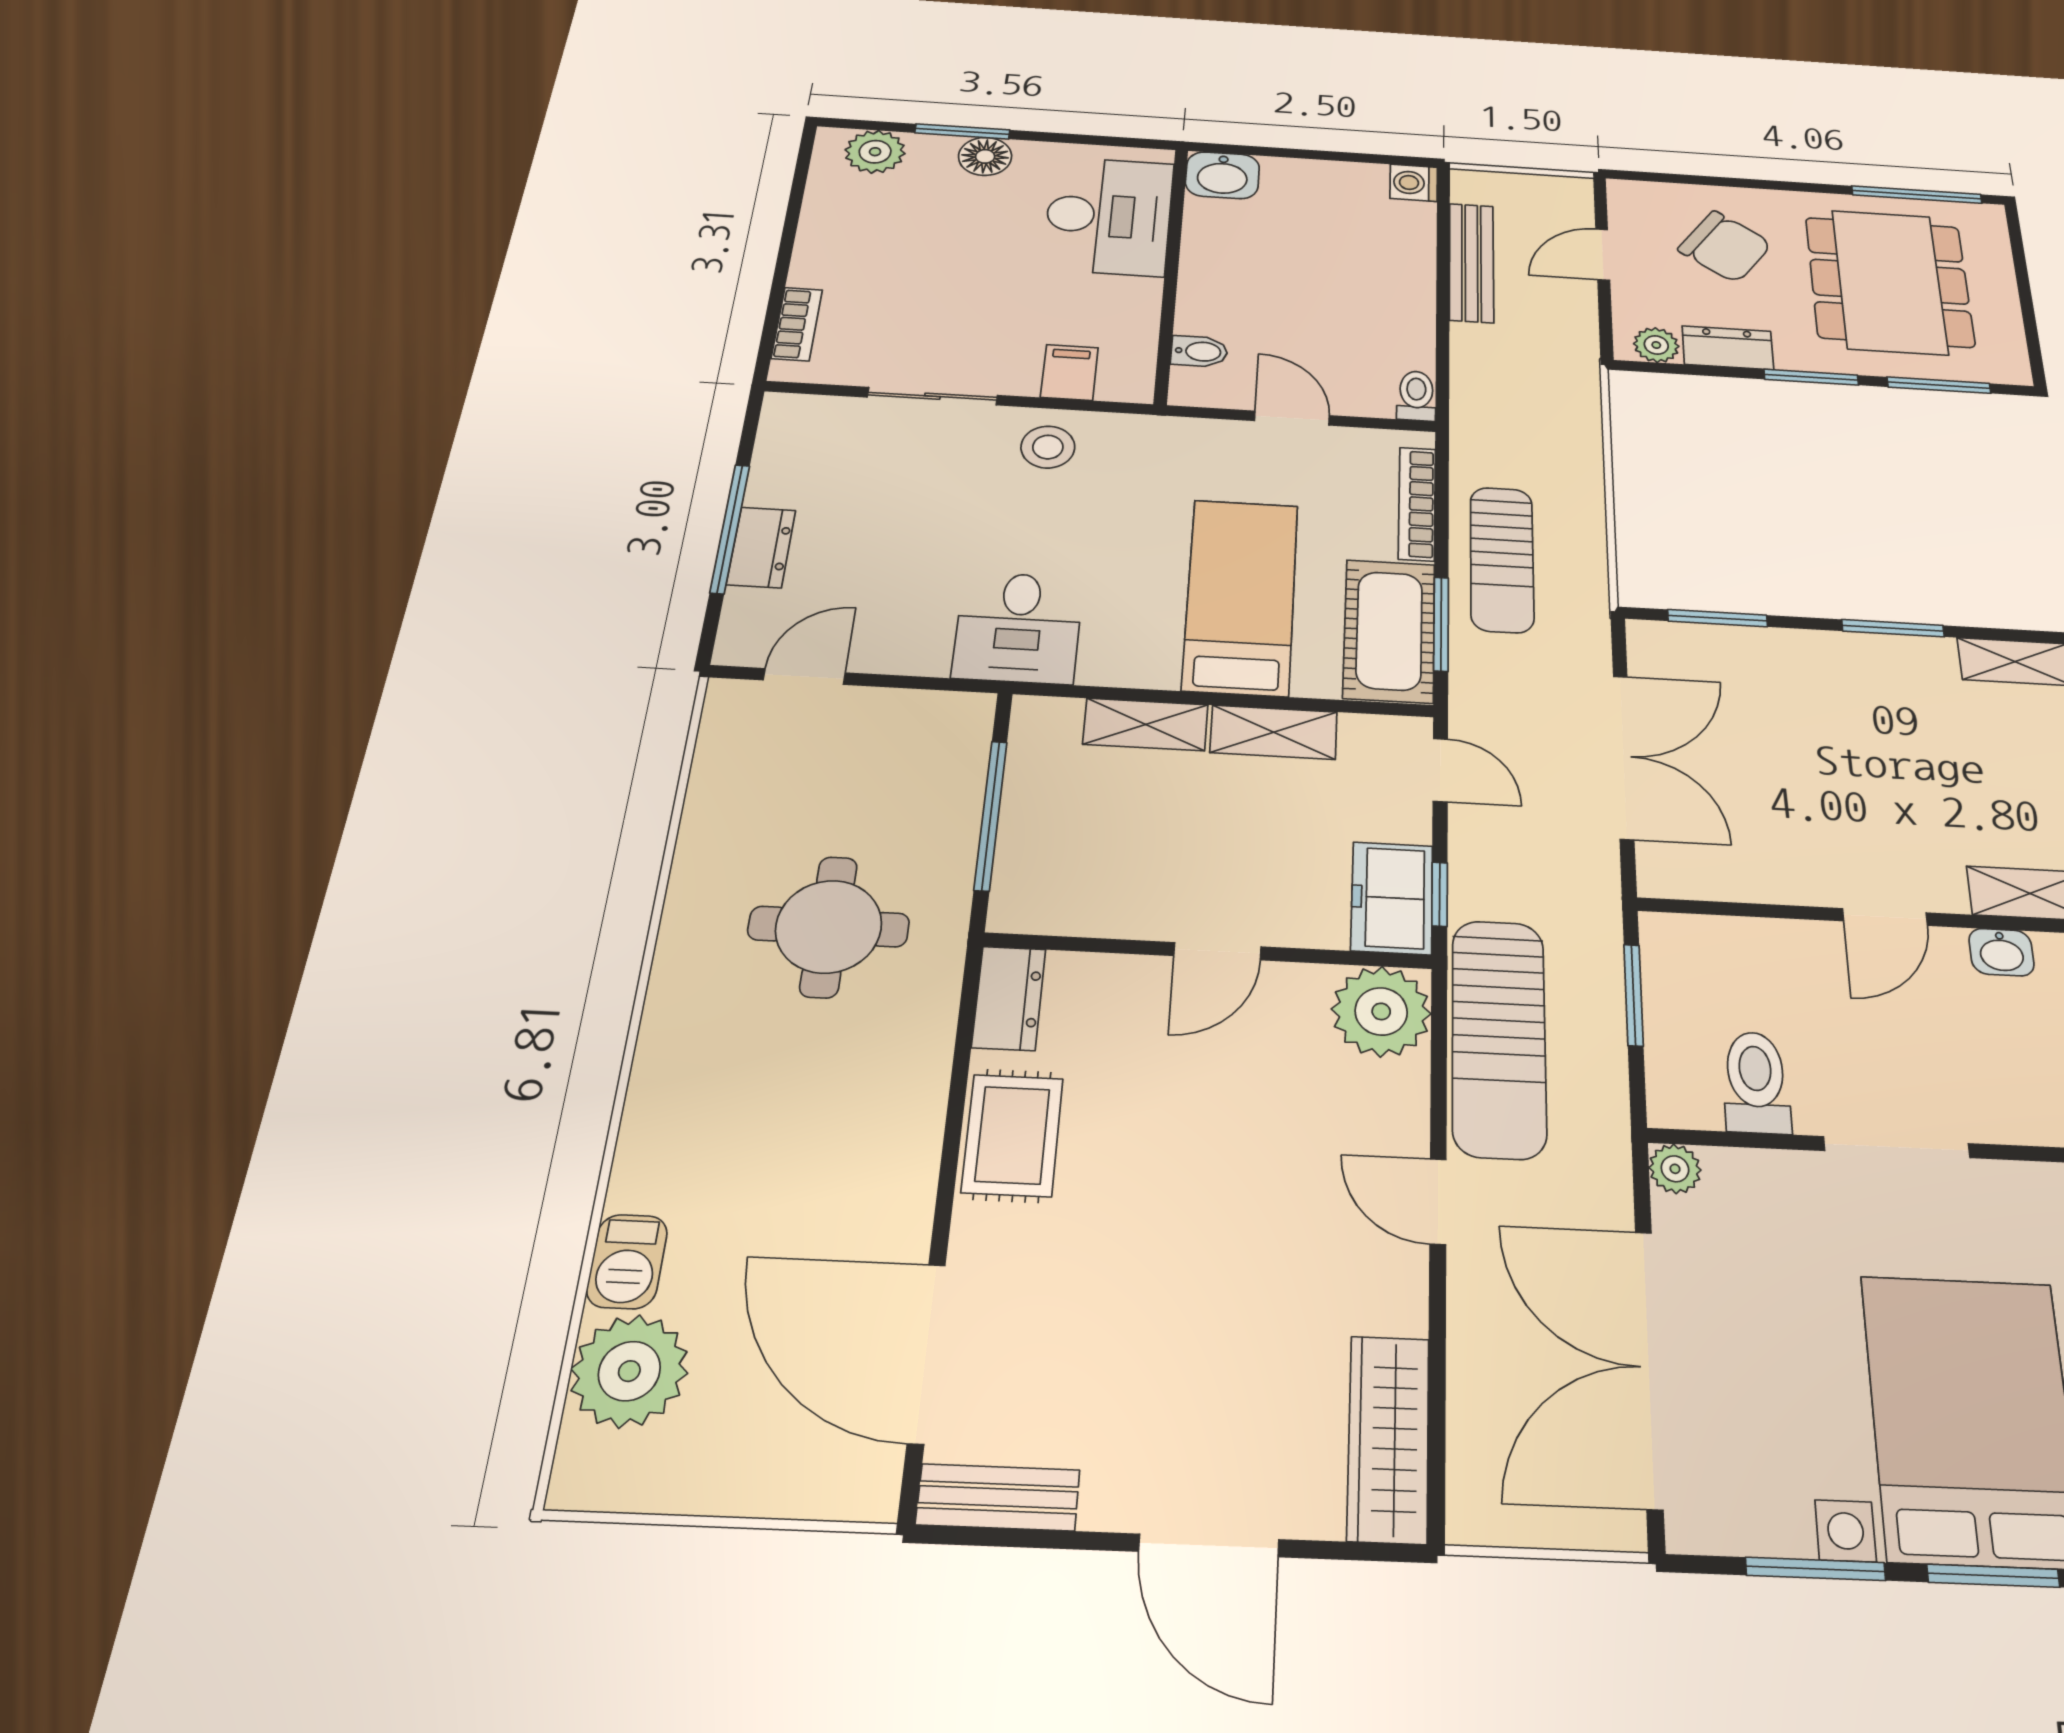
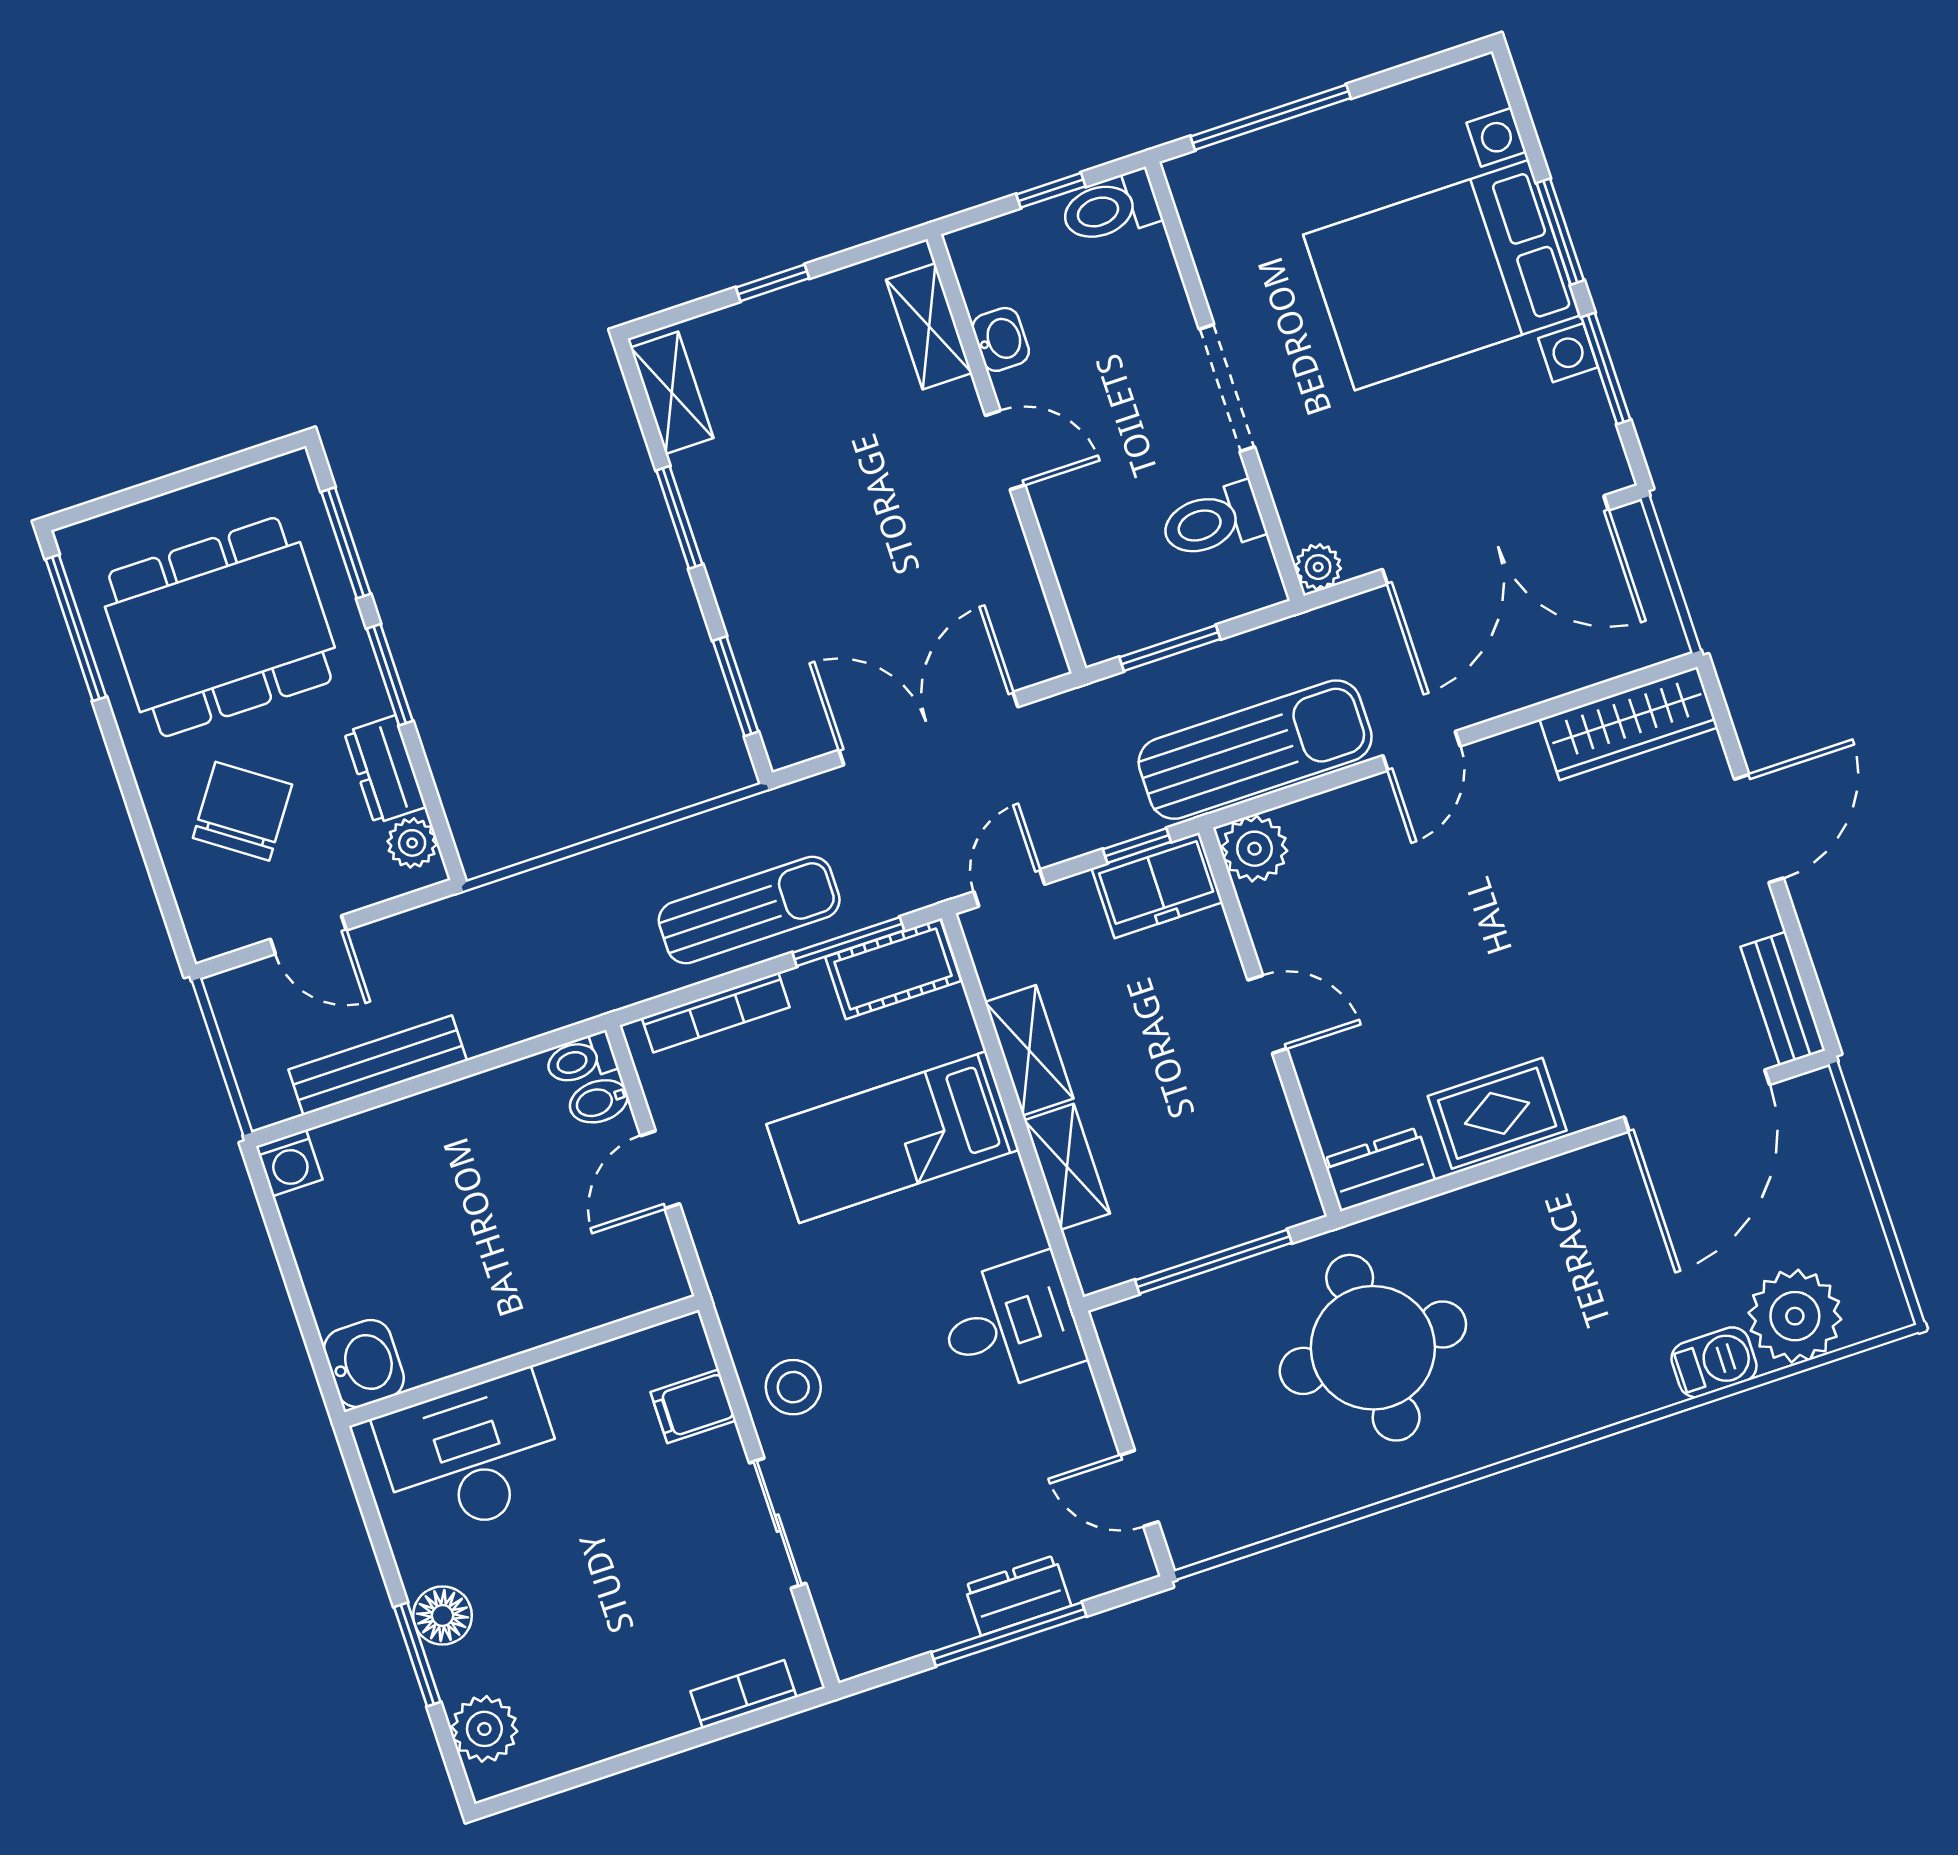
bidet: (1199, 351) -> (599, 1101), moved, turned -90
cot: (1389, 631) -> (893, 969), width x0.73, depth x0.75
round table: (829, 927) -> (1373, 1348), width x1.36, depth x1.36
plant: (1381, 1011) -> (1254, 849), width x0.73, depth x0.73

